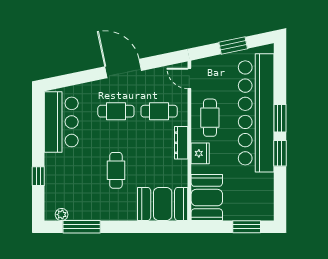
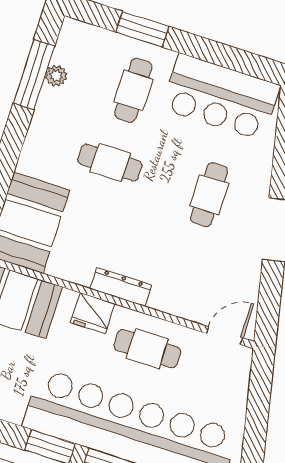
window: (233, 45) -> (256, 427), removed
cafe table: (159, 111) -> (133, 90), moved
window: (38, 176) -> (142, 29), width x1.50
plant: (62, 215) -> (56, 76), moved

